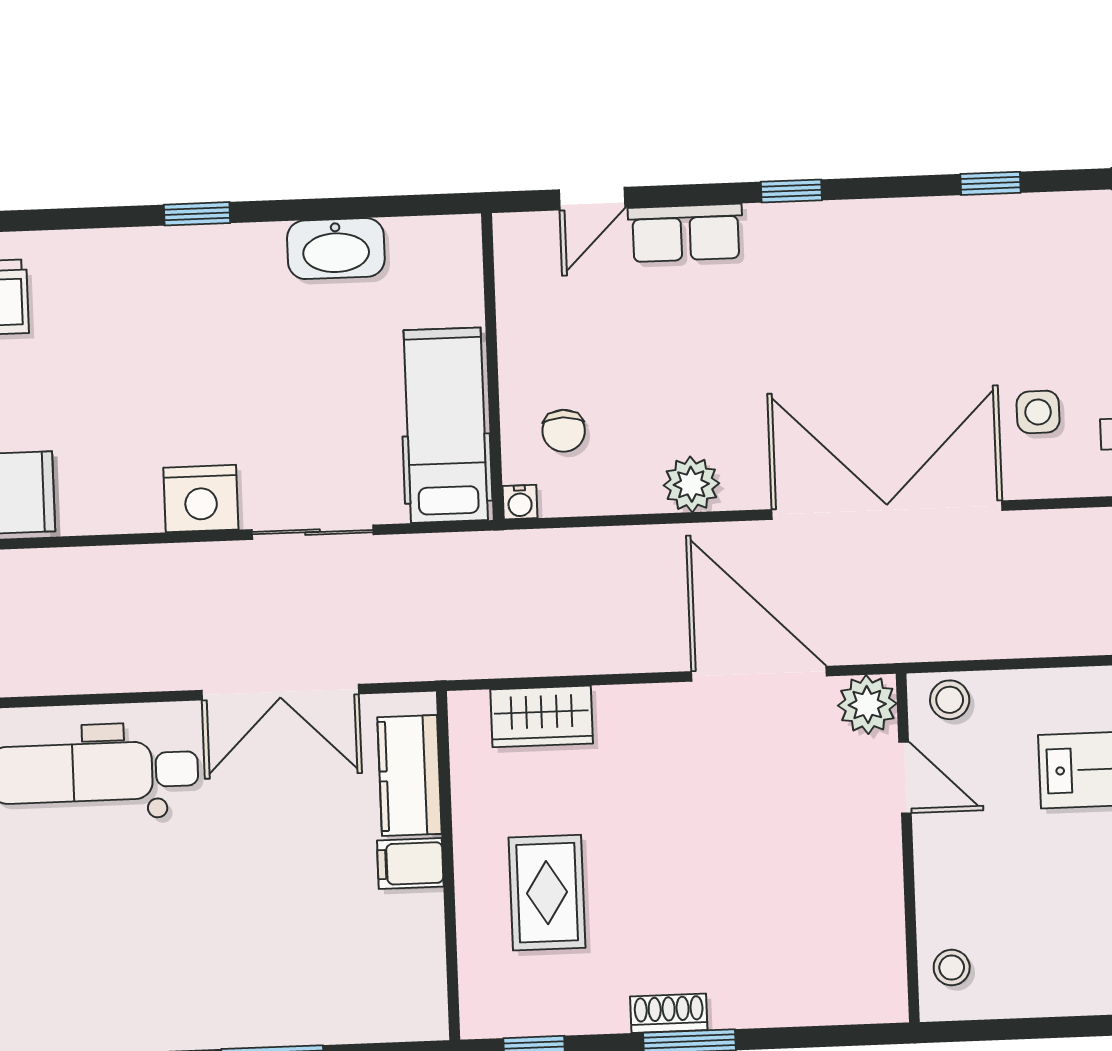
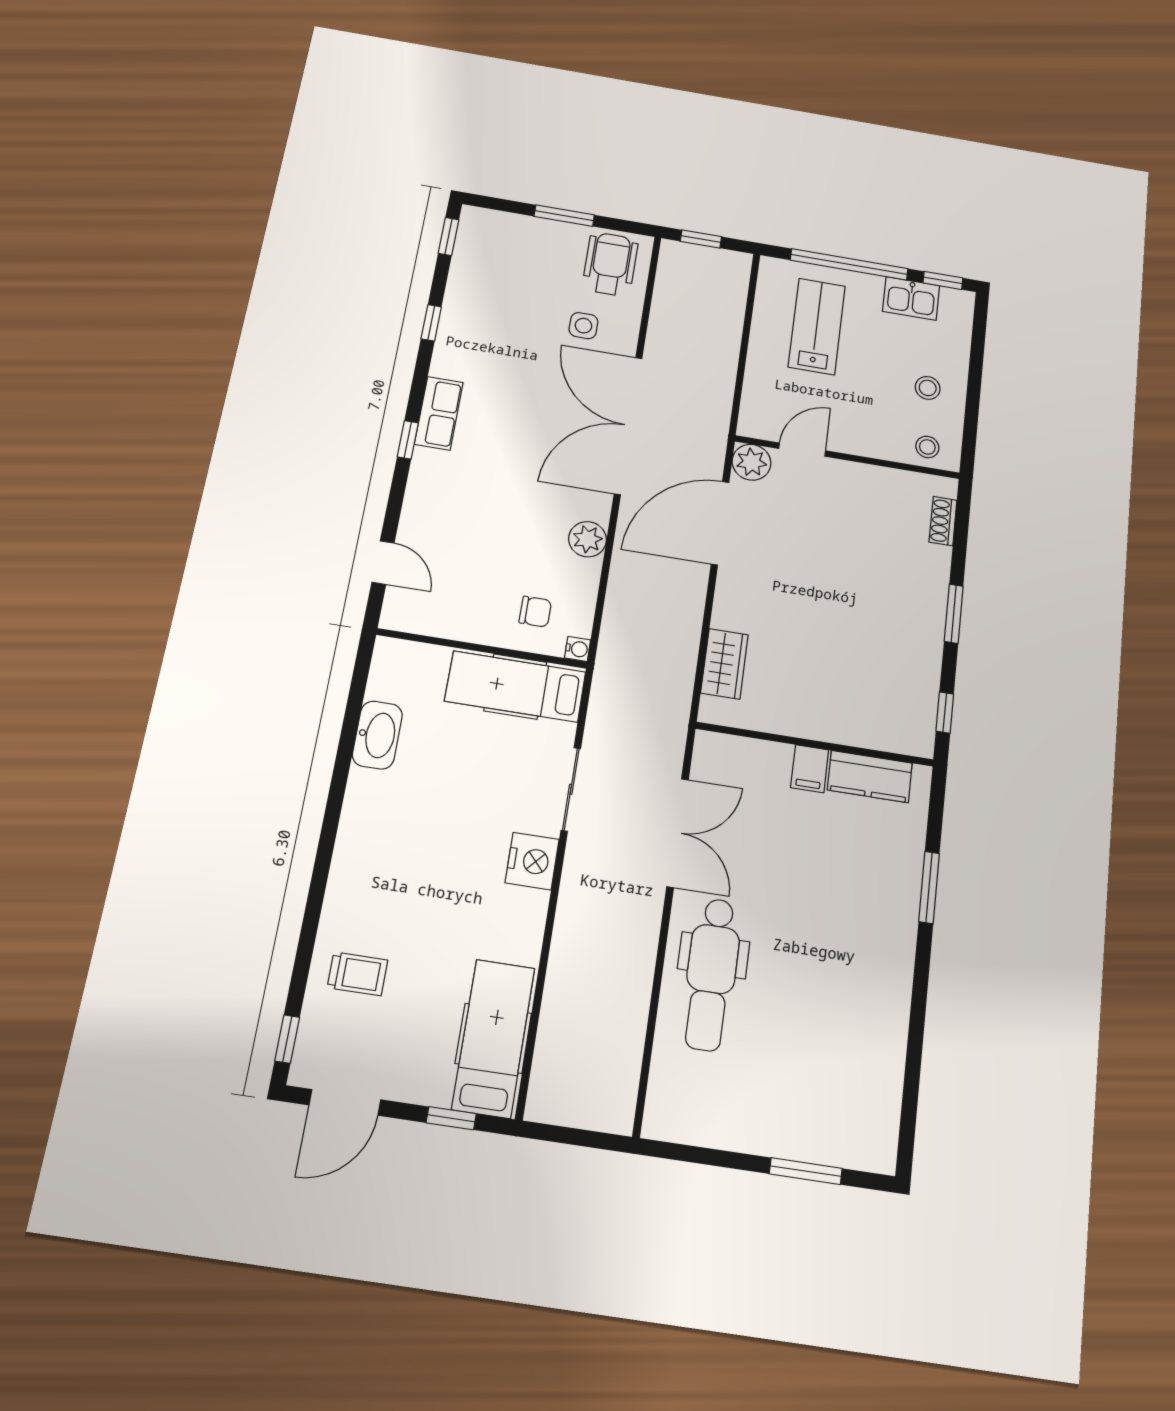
window: (197, 214) -> (330, 825), removed
row of seats: (686, 233) -> (439, 413), moved
stool: (950, 700) -> (928, 388), moved
kitchen counter: (410, 775) -> (870, 776), moved
rug: (547, 893) -> (843, 684), removed
shoe rack: (669, 1013) -> (943, 521), moved

